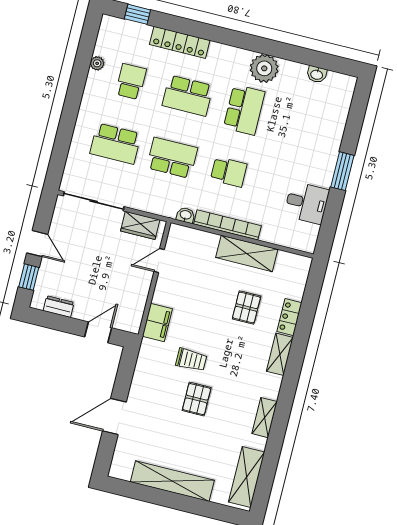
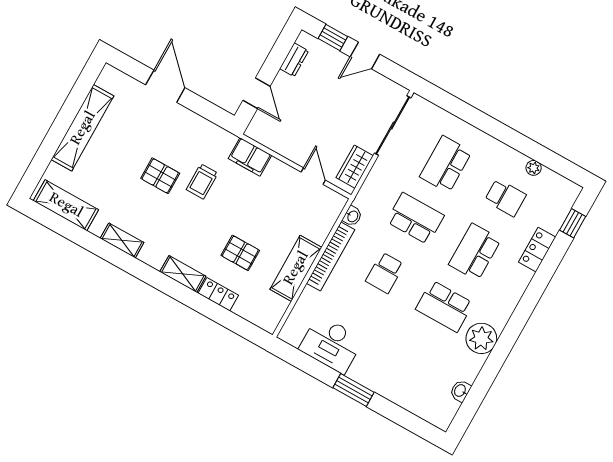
locker: (180, 42) -> (537, 250), width x0.66
school desk: (172, 158) -> (415, 218), turned -90
desk: (307, 203) -> (331, 344), width x1.37

